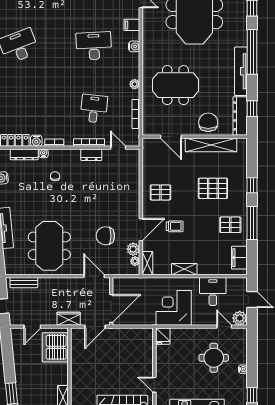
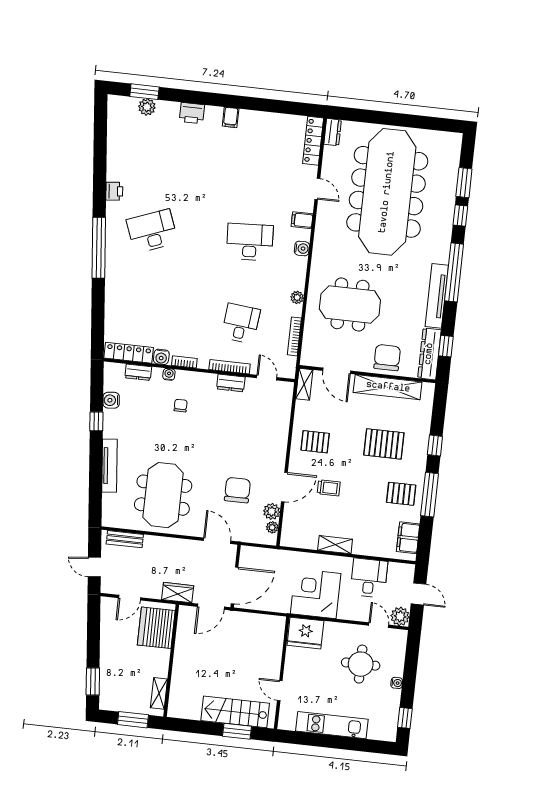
dresser: (24, 154) -> (138, 372), width x0.70
chair: (105, 236) -> (237, 490), turned 90
shelving: (147, 263) -> (304, 384), moved
fridge: (163, 336) -> (305, 633), width x1.88, depth x1.34

